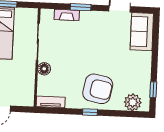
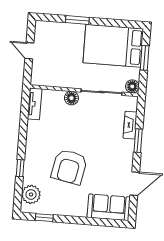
floor lamp: (32, 14) -> (132, 86), added
armchair: (98, 89) -> (69, 167), moved
window: (90, 112) -> (20, 168), moved

